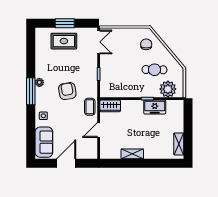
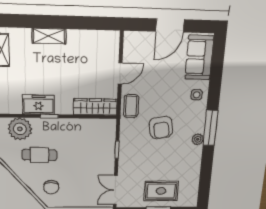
wardrobe: (110, 106) -> (95, 107), width x1.50
shelving: (132, 154) -> (49, 36), moved

